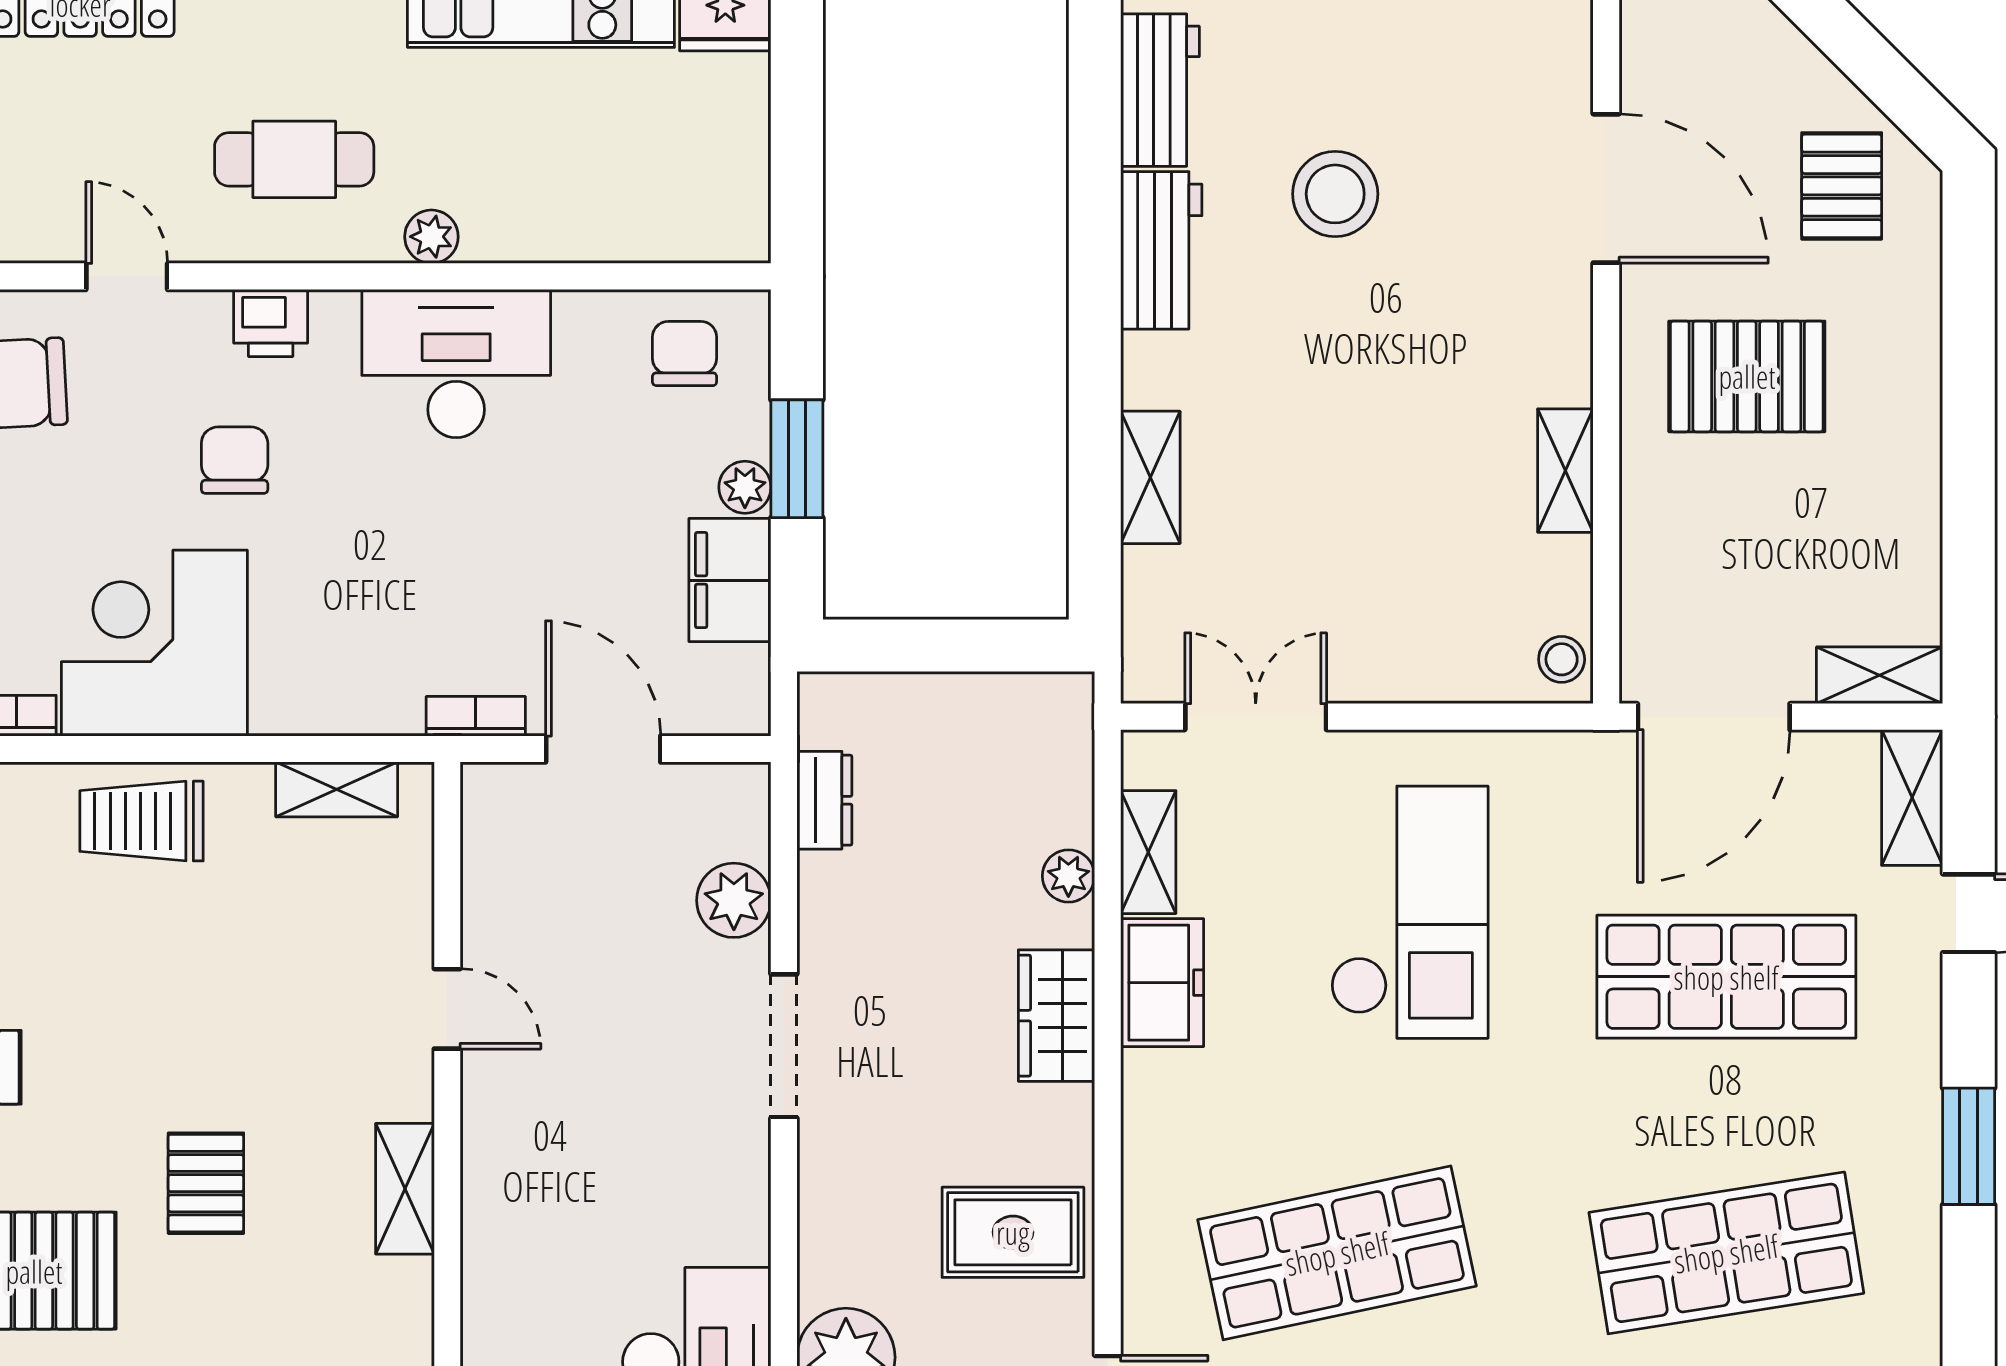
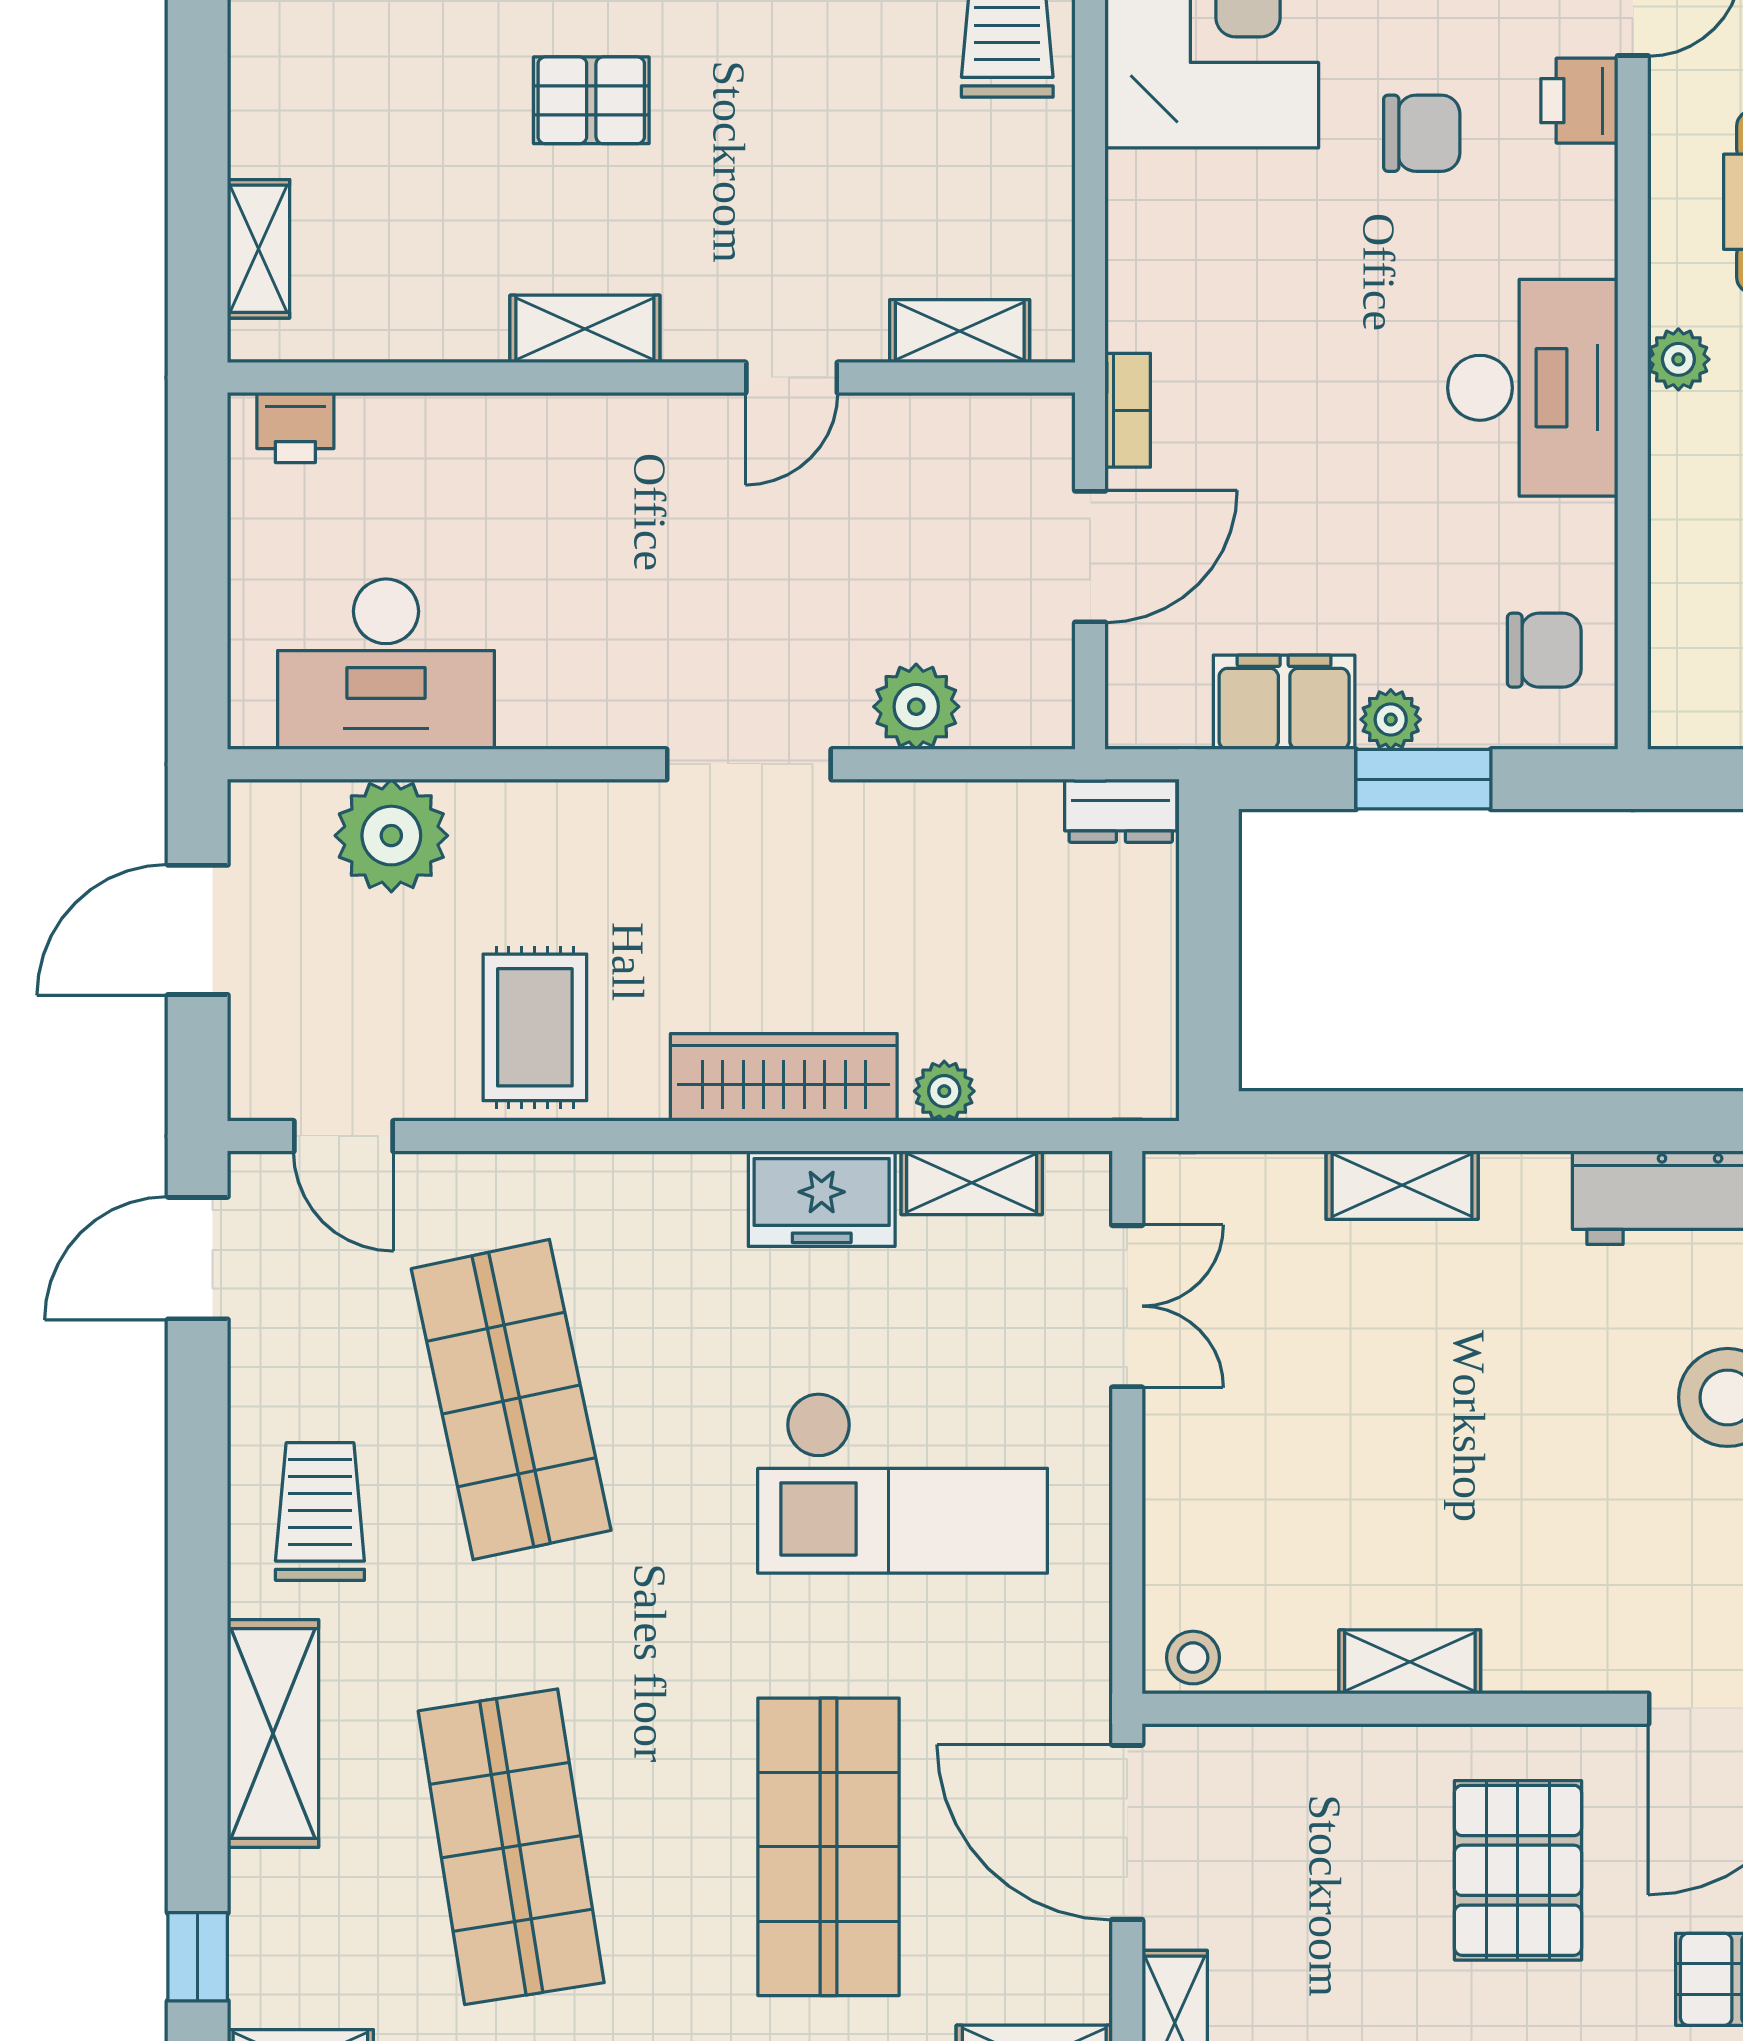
printer: (271, 323) -> (1579, 101), moved
shelving: (337, 789) -> (960, 331), moved, turned 90
dresser: (824, 800) -> (1121, 811), moved
wardrobe: (1057, 1016) -> (784, 1077), width x1.50

